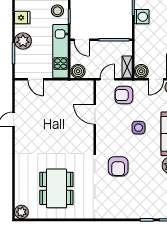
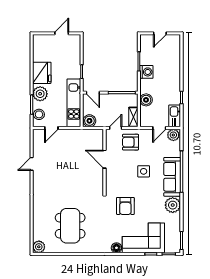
stool: (57, 11) -> (39, 114), moved
fridge: (22, 18) -> (42, 73), width x1.88, depth x1.34
boiler: (141, 71) -> (146, 100), moved
door: (36, 79) -> (51, 128), hinge flipped
corner sofa: (138, 202) -> (143, 238), added
floor lamp: (108, 213) -> (116, 248), added

